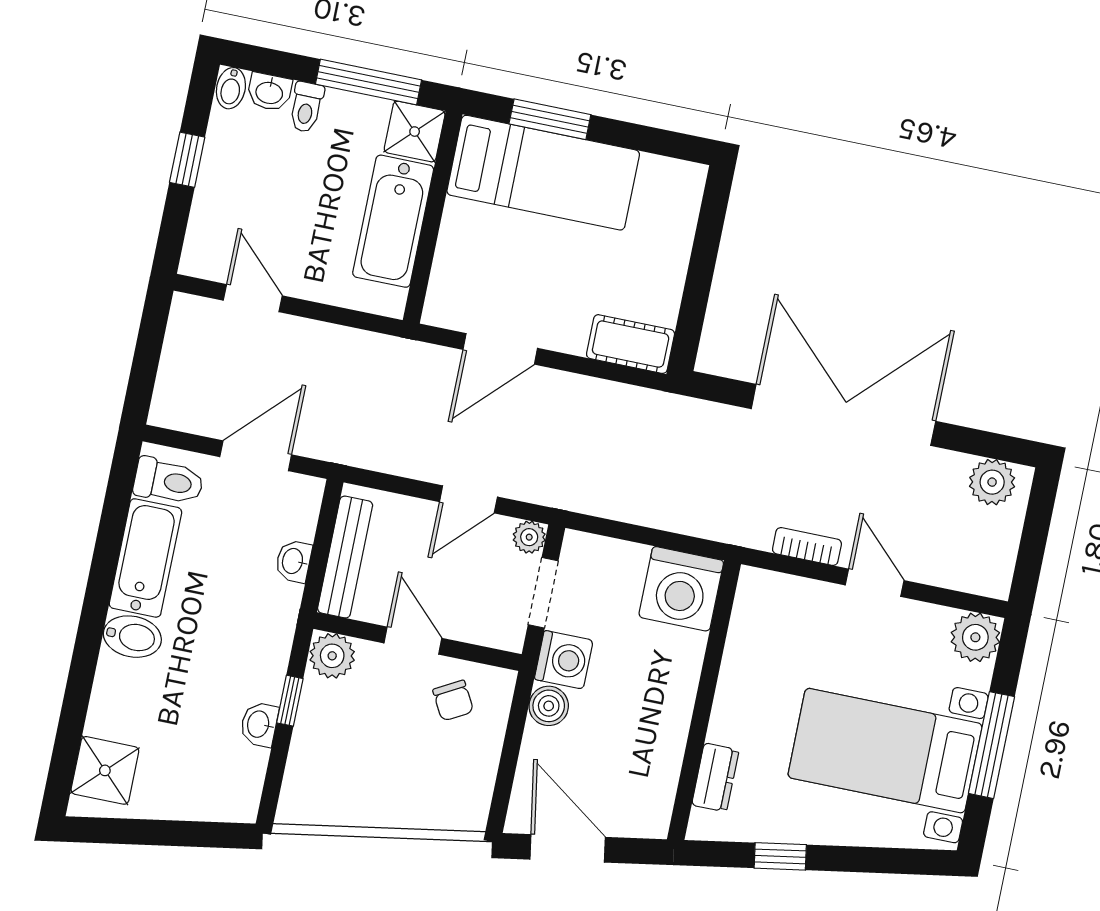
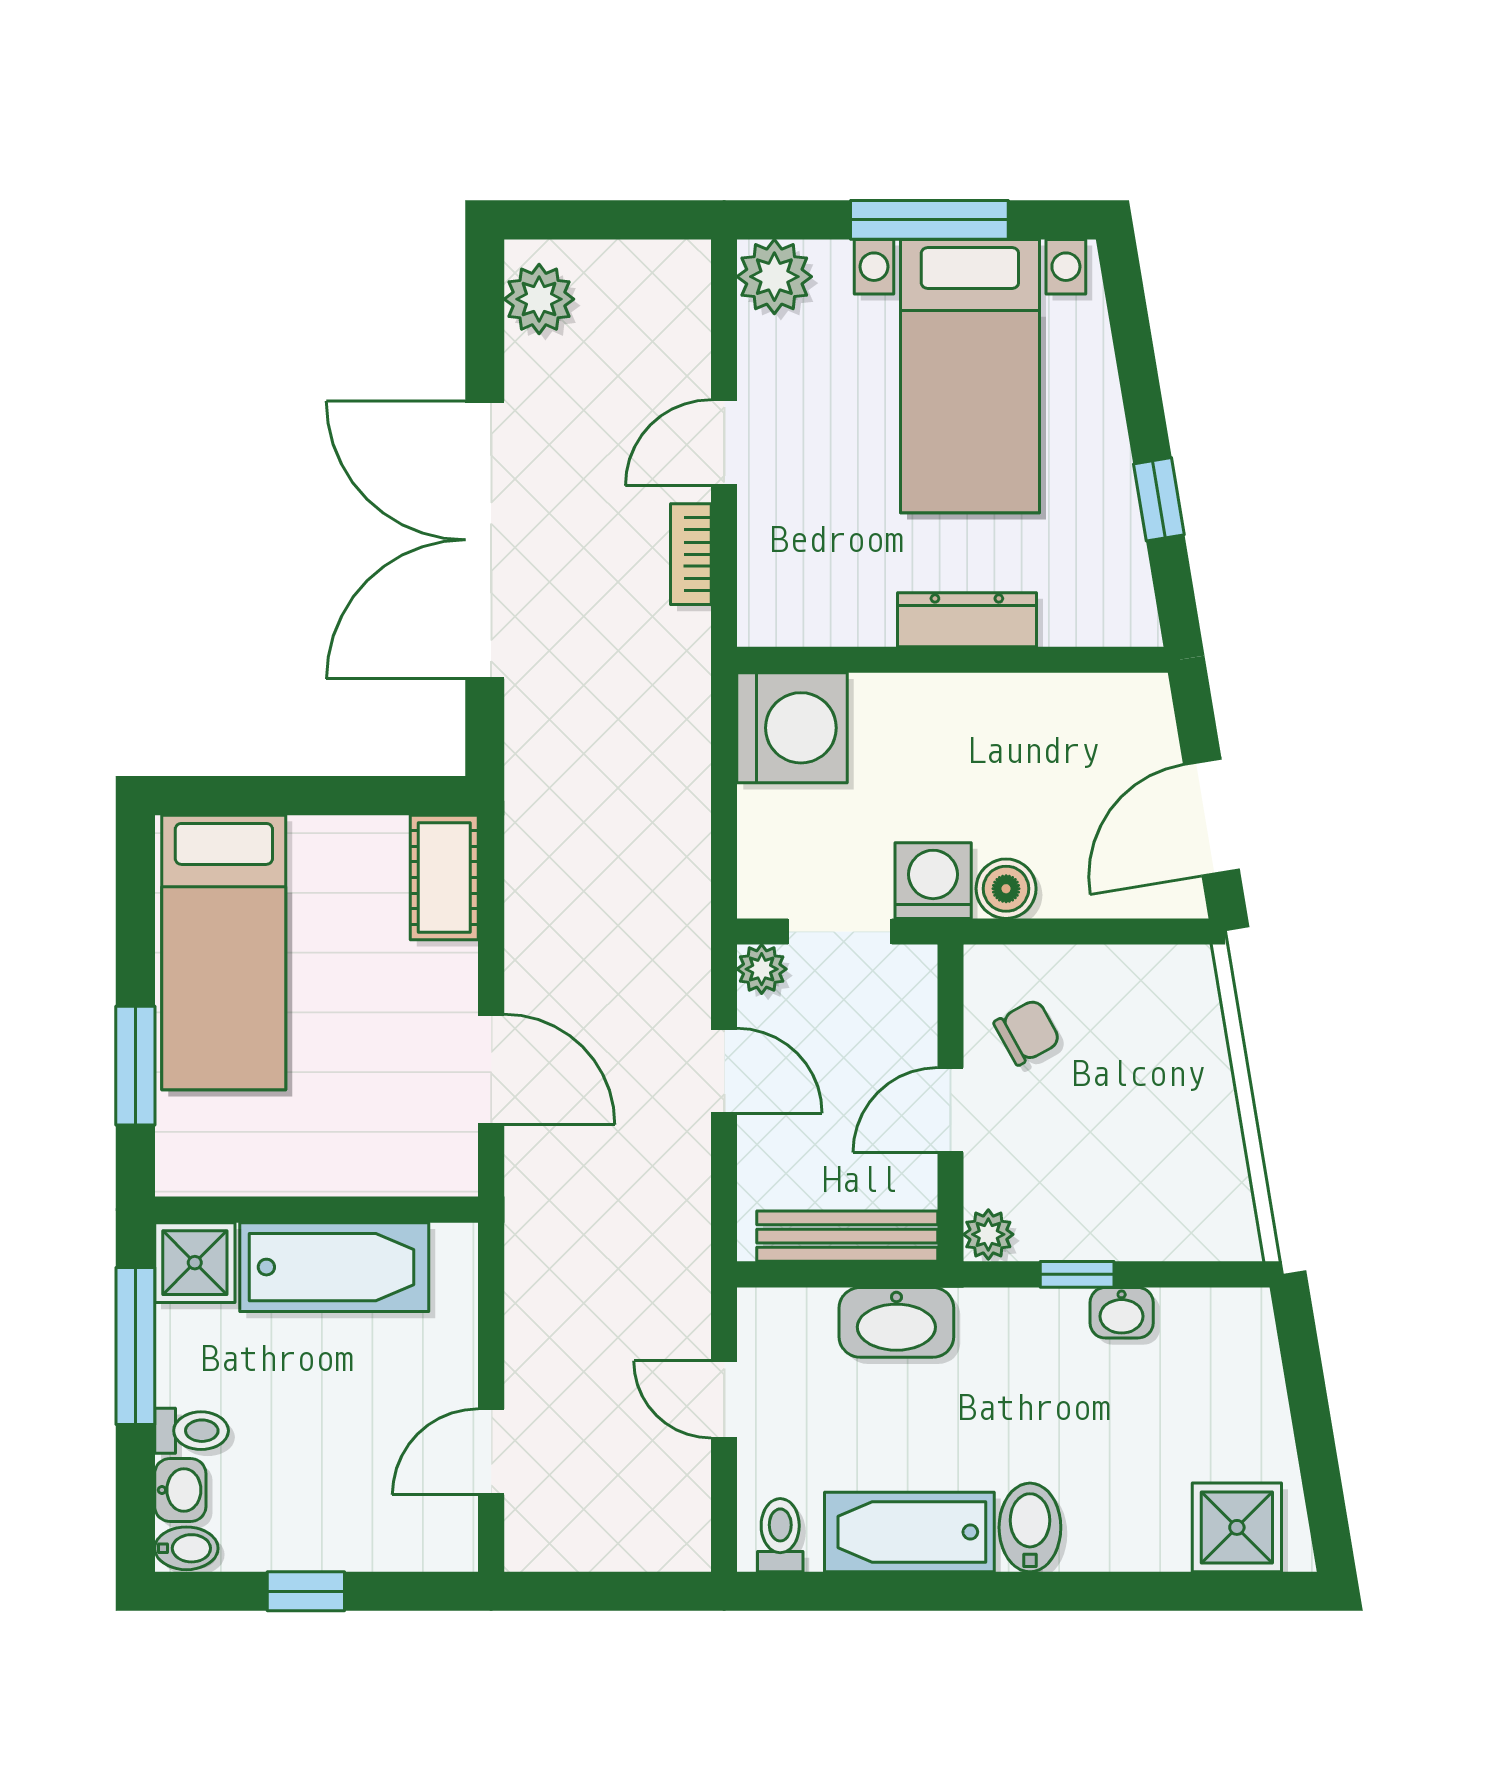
bed: (543, 173) -> (224, 952), moved, turned 180
door: (256, 456) -> (724, 1400), width x0.73
toilet: (169, 481) -> (780, 1535), width x0.73, depth x0.72
washbasin: (293, 561) -> (896, 1322), width x1.91, depth x1.45
plant: (332, 656) -> (988, 1234), width x0.73, depth x0.73
dresser: (715, 777) -> (967, 620), moved, width x1.44

